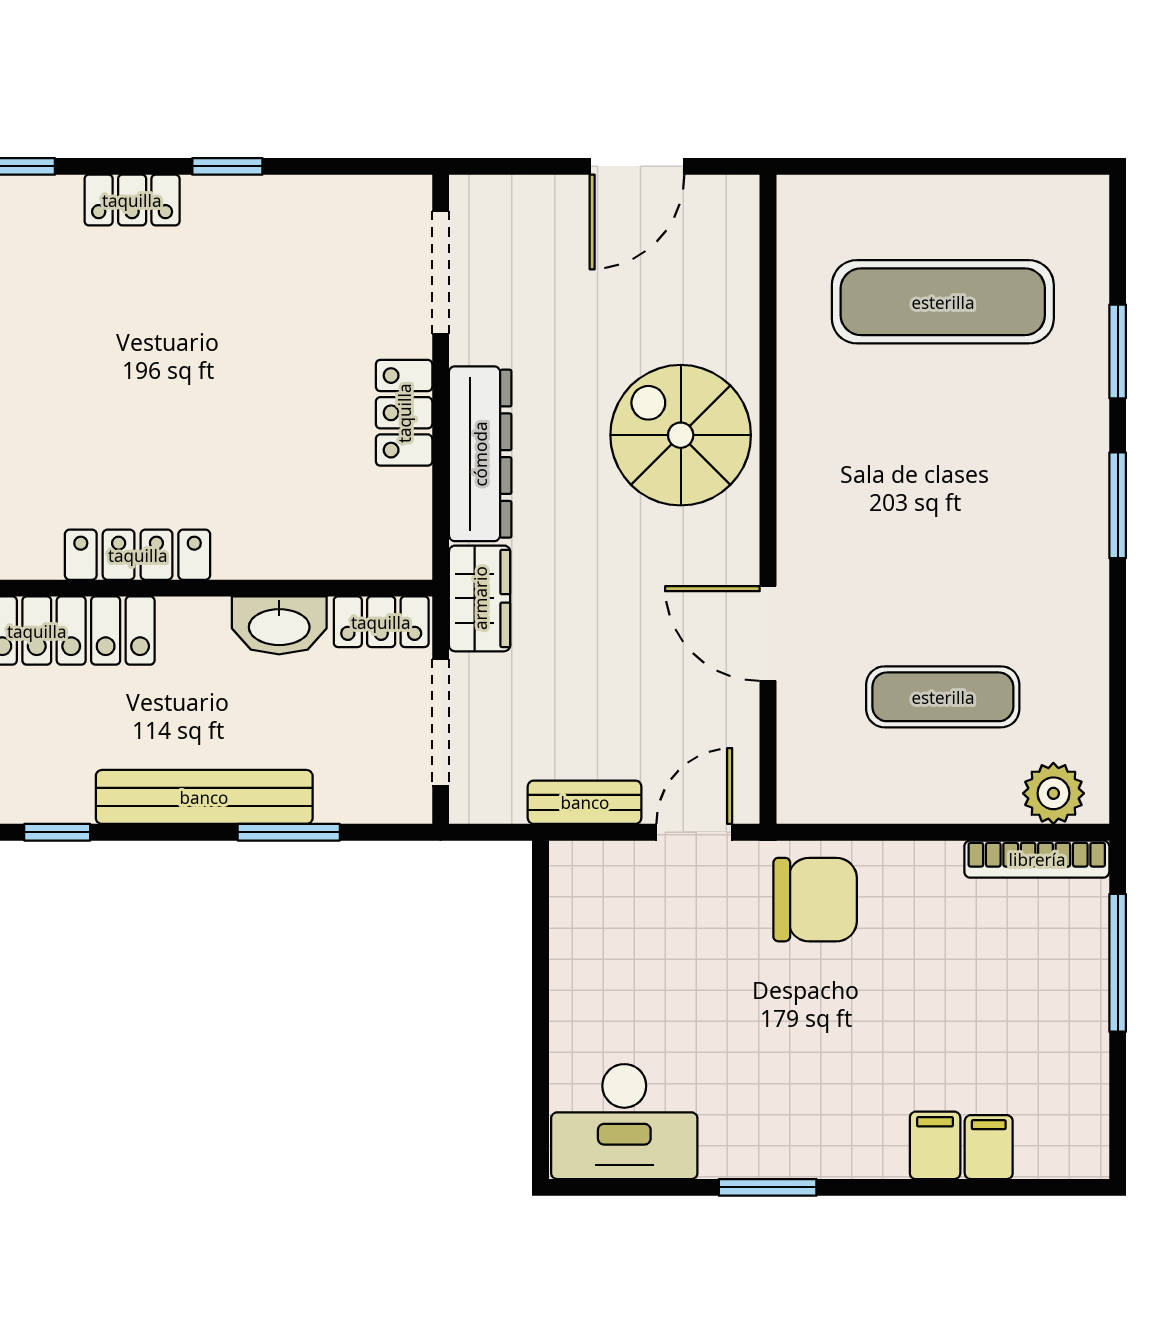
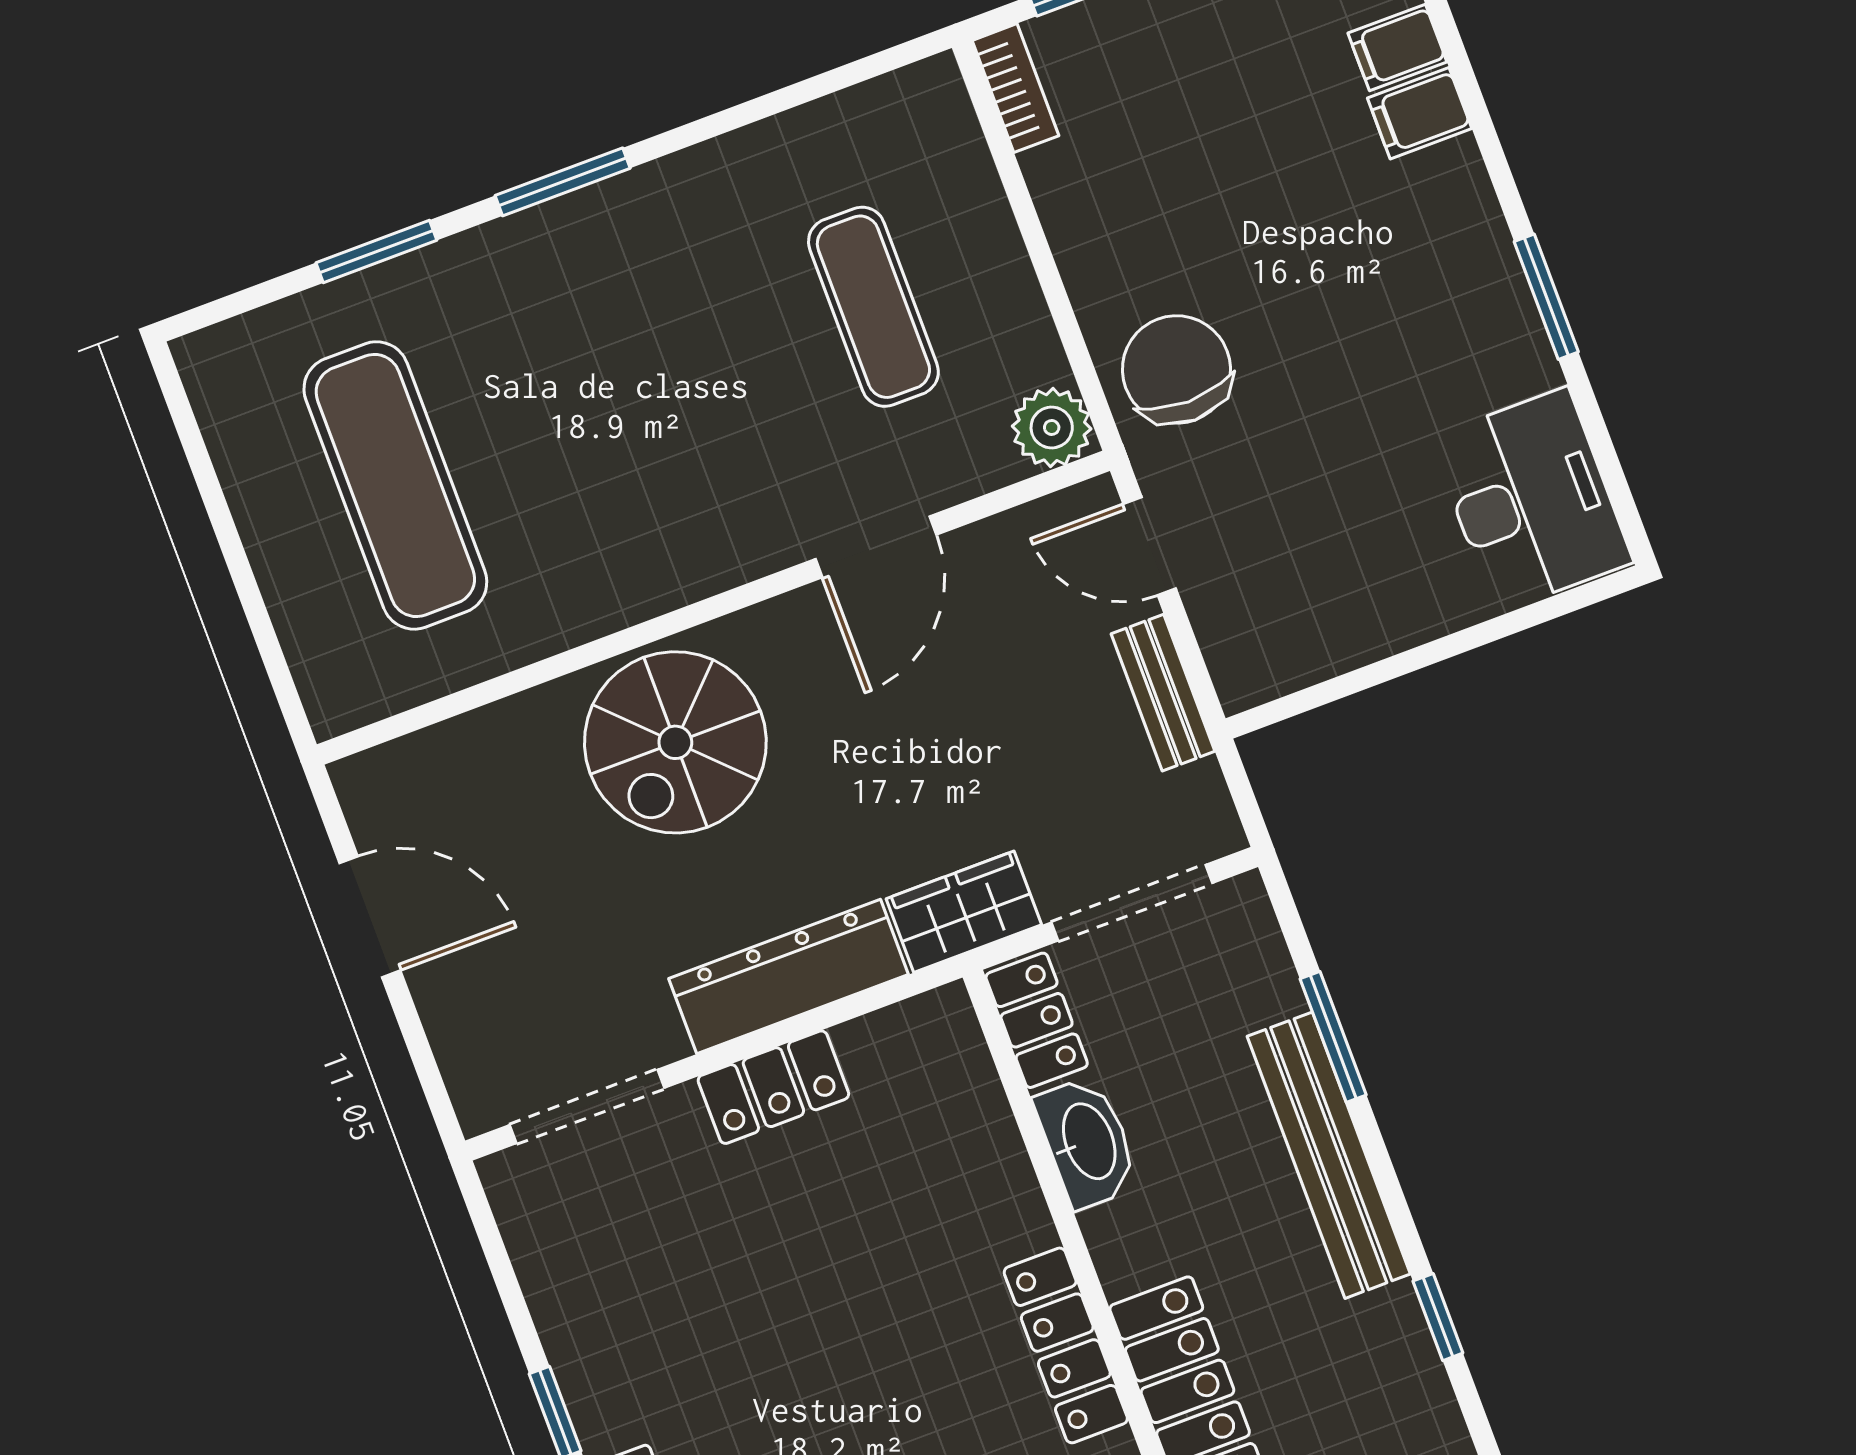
plant: (1053, 793) -> (1052, 428), moved
bookcase: (1037, 859) -> (1015, 88), width x0.64

